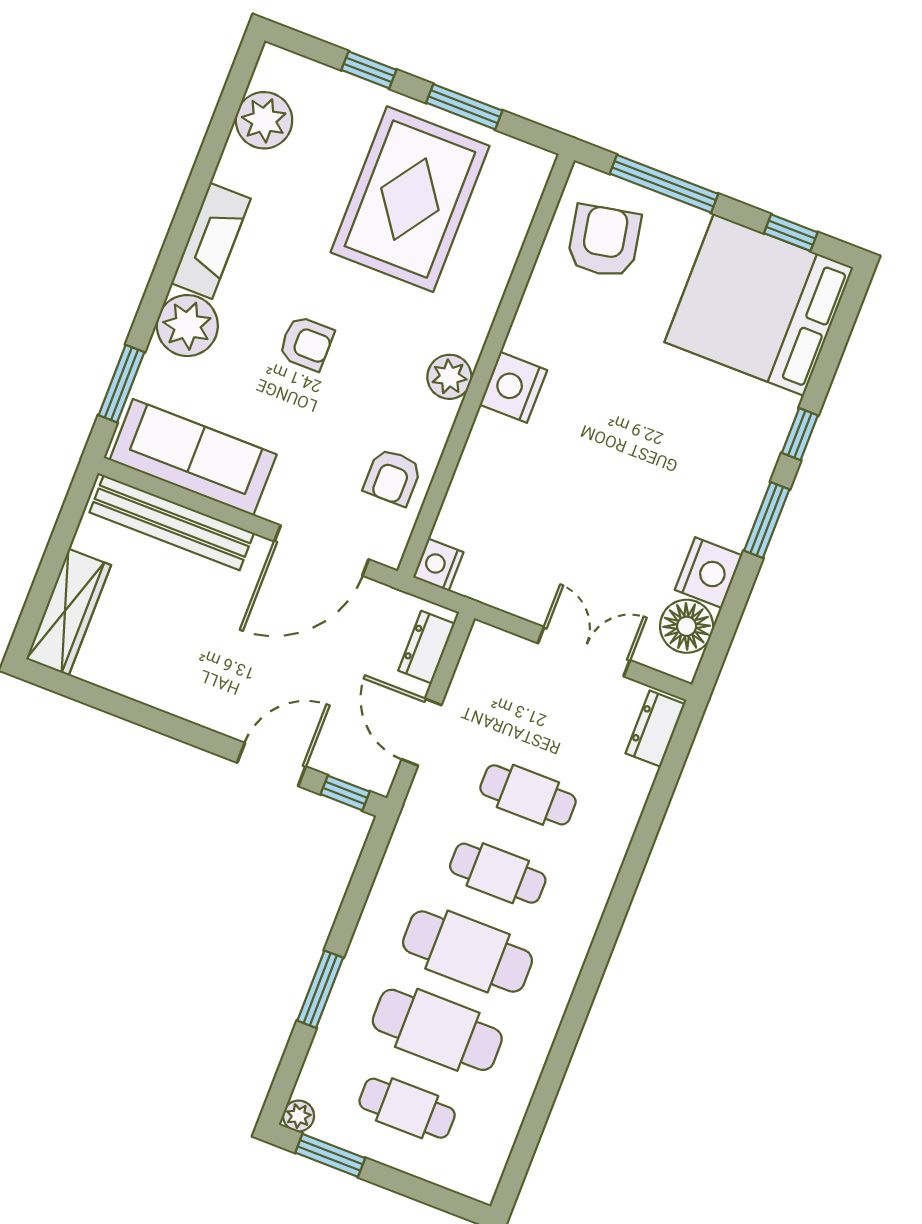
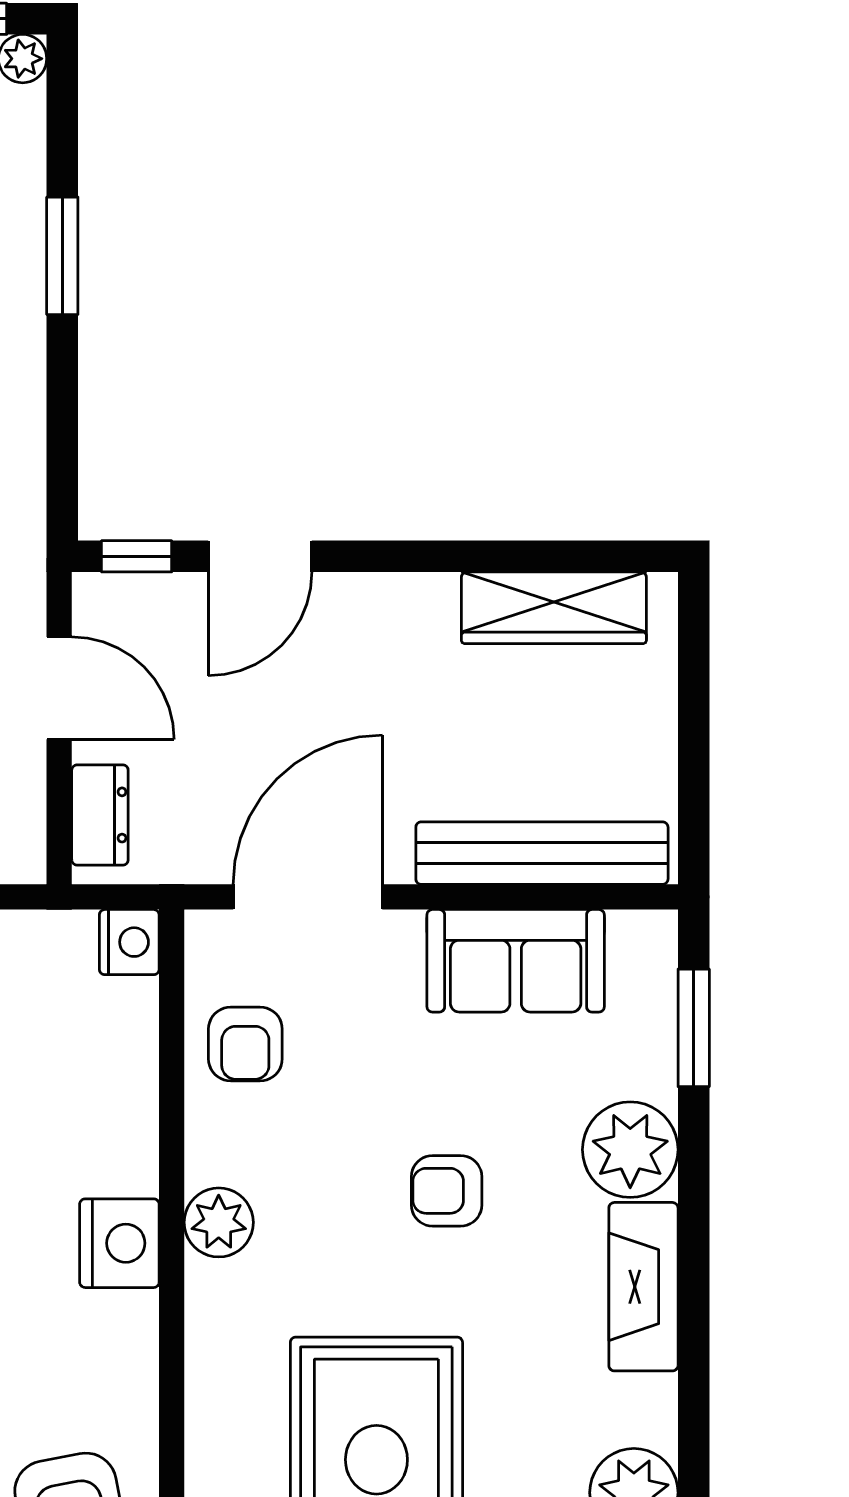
sofa: (193, 457) -> (516, 961), width x0.73
armchair: (392, 477) -> (245, 1044), turned 180
wardrobe: (69, 612) -> (554, 608), moved, turned -90

